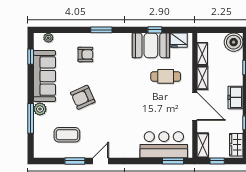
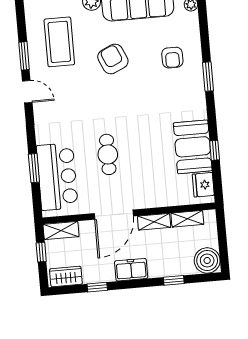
cafe table: (166, 76) -> (108, 154), moved
coffee table: (67, 135) -> (59, 42), width x1.36, depth x1.32
window: (173, 161) -> (34, 168), moved

